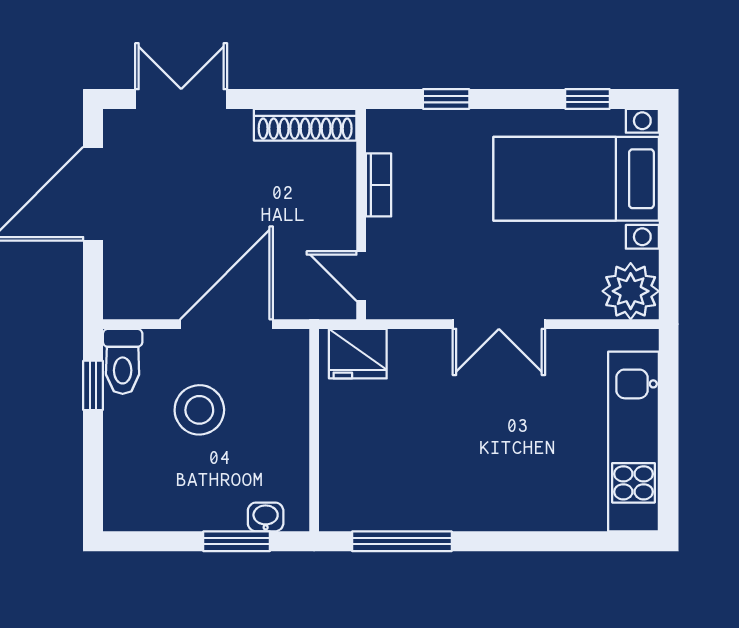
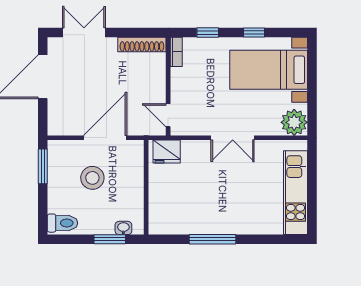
window: (588, 99) -> (254, 32), moved
bookcase: (379, 185) -> (176, 52), moved
toilet: (123, 361) -> (62, 223), moved, turned -90
window: (93, 385) -> (43, 166), width x1.50
window: (402, 541) -> (213, 239), moved

